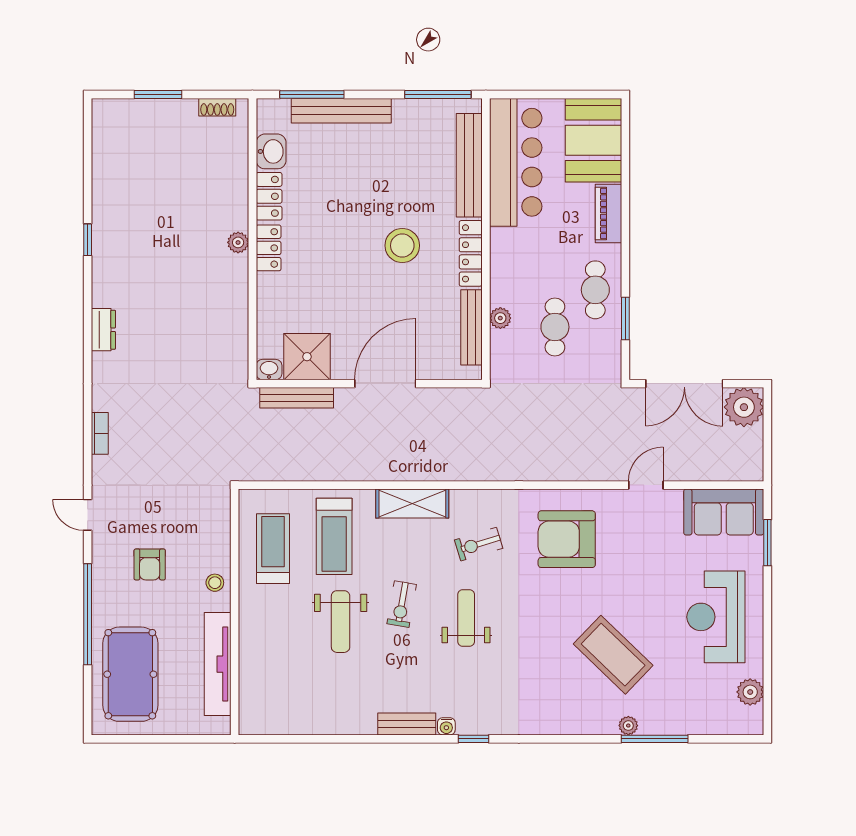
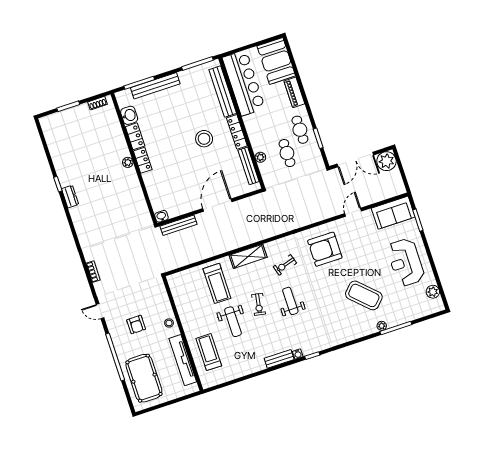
dresser: (103, 330) -> (70, 197), moved
shower: (307, 357) -> (177, 205), removed
treadmill: (273, 549) -> (209, 352), moved

